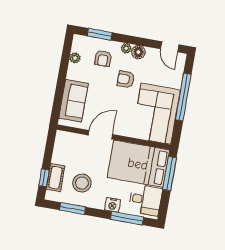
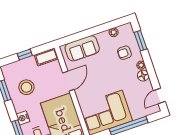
armchair: (126, 79) -> (118, 77), removed
door: (100, 135) -> (68, 81), hinge flipped
window: (44, 178) -> (25, 55), moved
cot: (55, 178) -> (46, 57), moved

